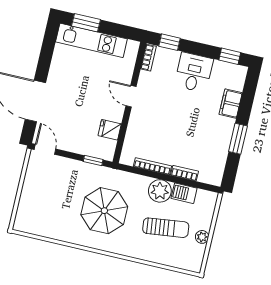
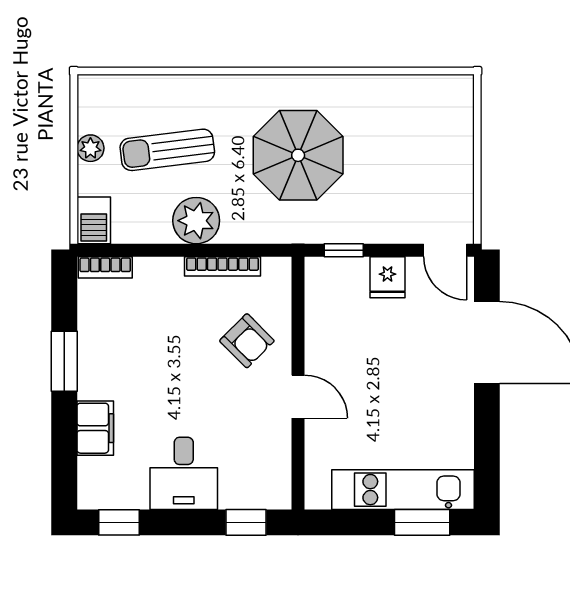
bookcase: (148, 58) -> (281, 482), removed
armchair: (149, 128) -> (247, 341), added
fridge: (110, 130) -> (387, 277), moved, turned 90
bookcase: (185, 173) -> (105, 267), moved
barbecue: (184, 193) -> (94, 220), moved, turned 90

